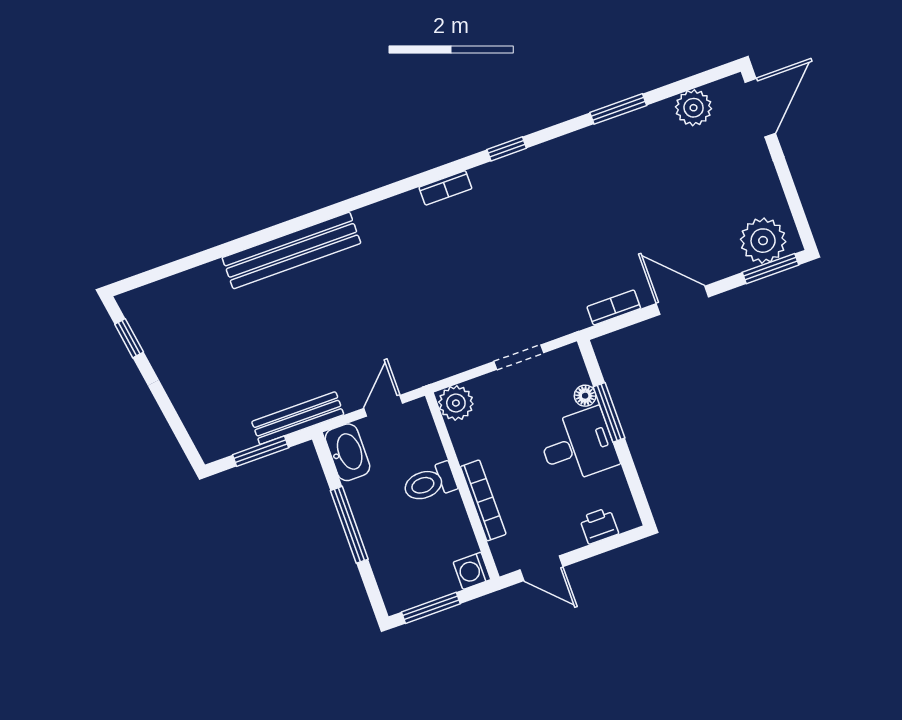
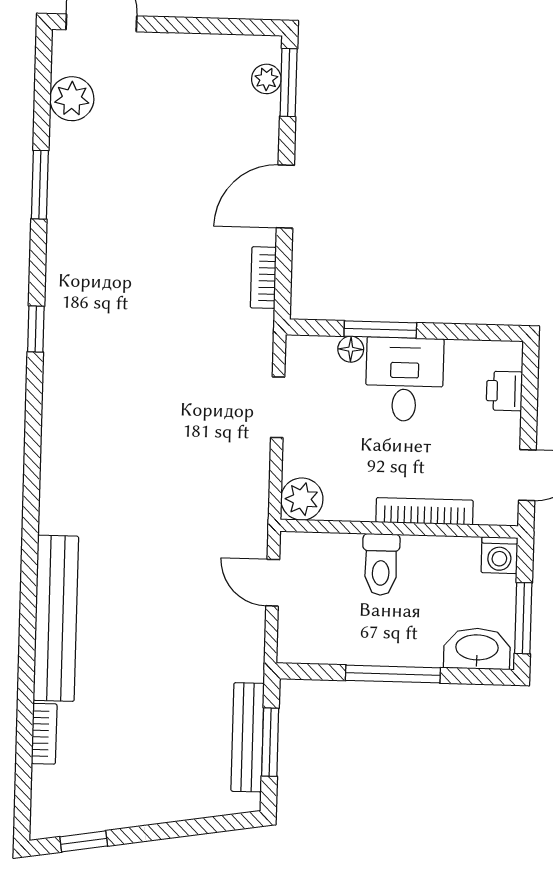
bookcase: (445, 188) -> (44, 734), moved
plant: (763, 241) -> (266, 79), width x0.53, depth x0.53
bench: (298, 418) -> (248, 737), moved
washbasin: (348, 452) -> (477, 649), moved

